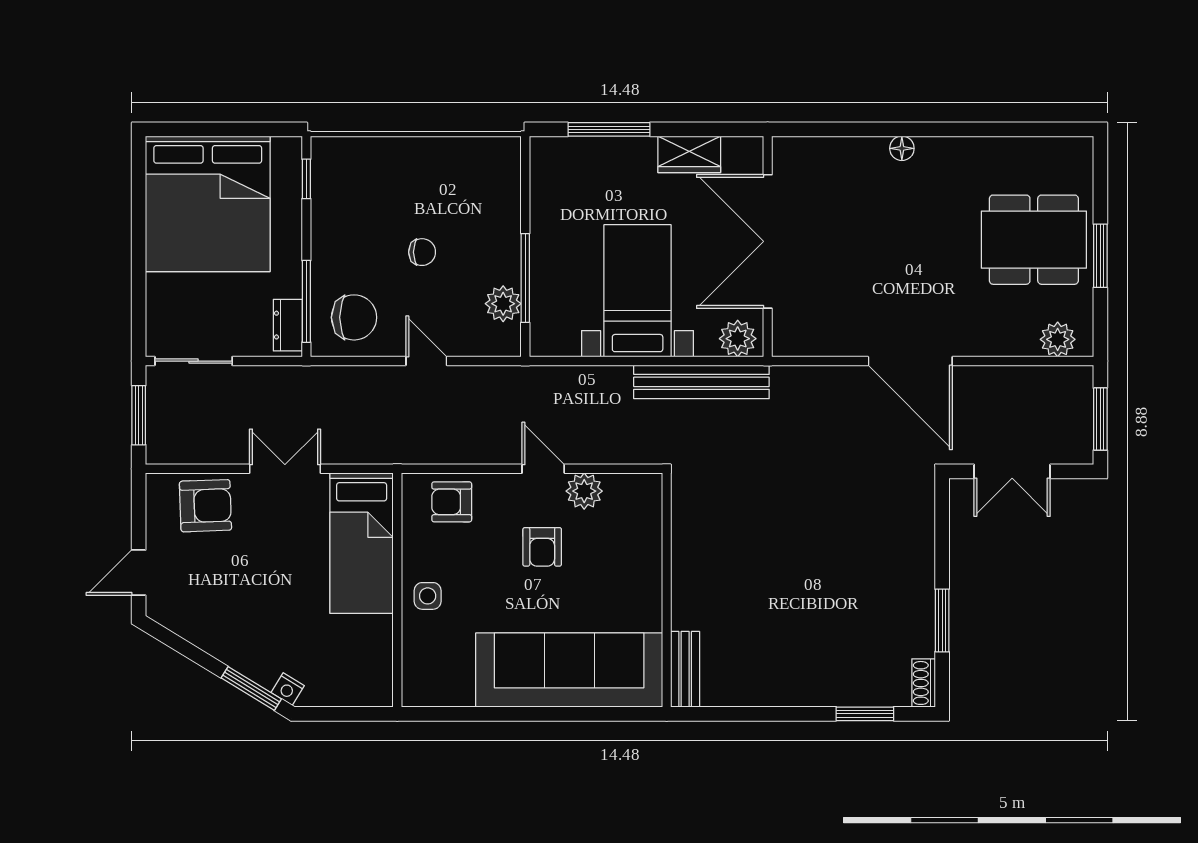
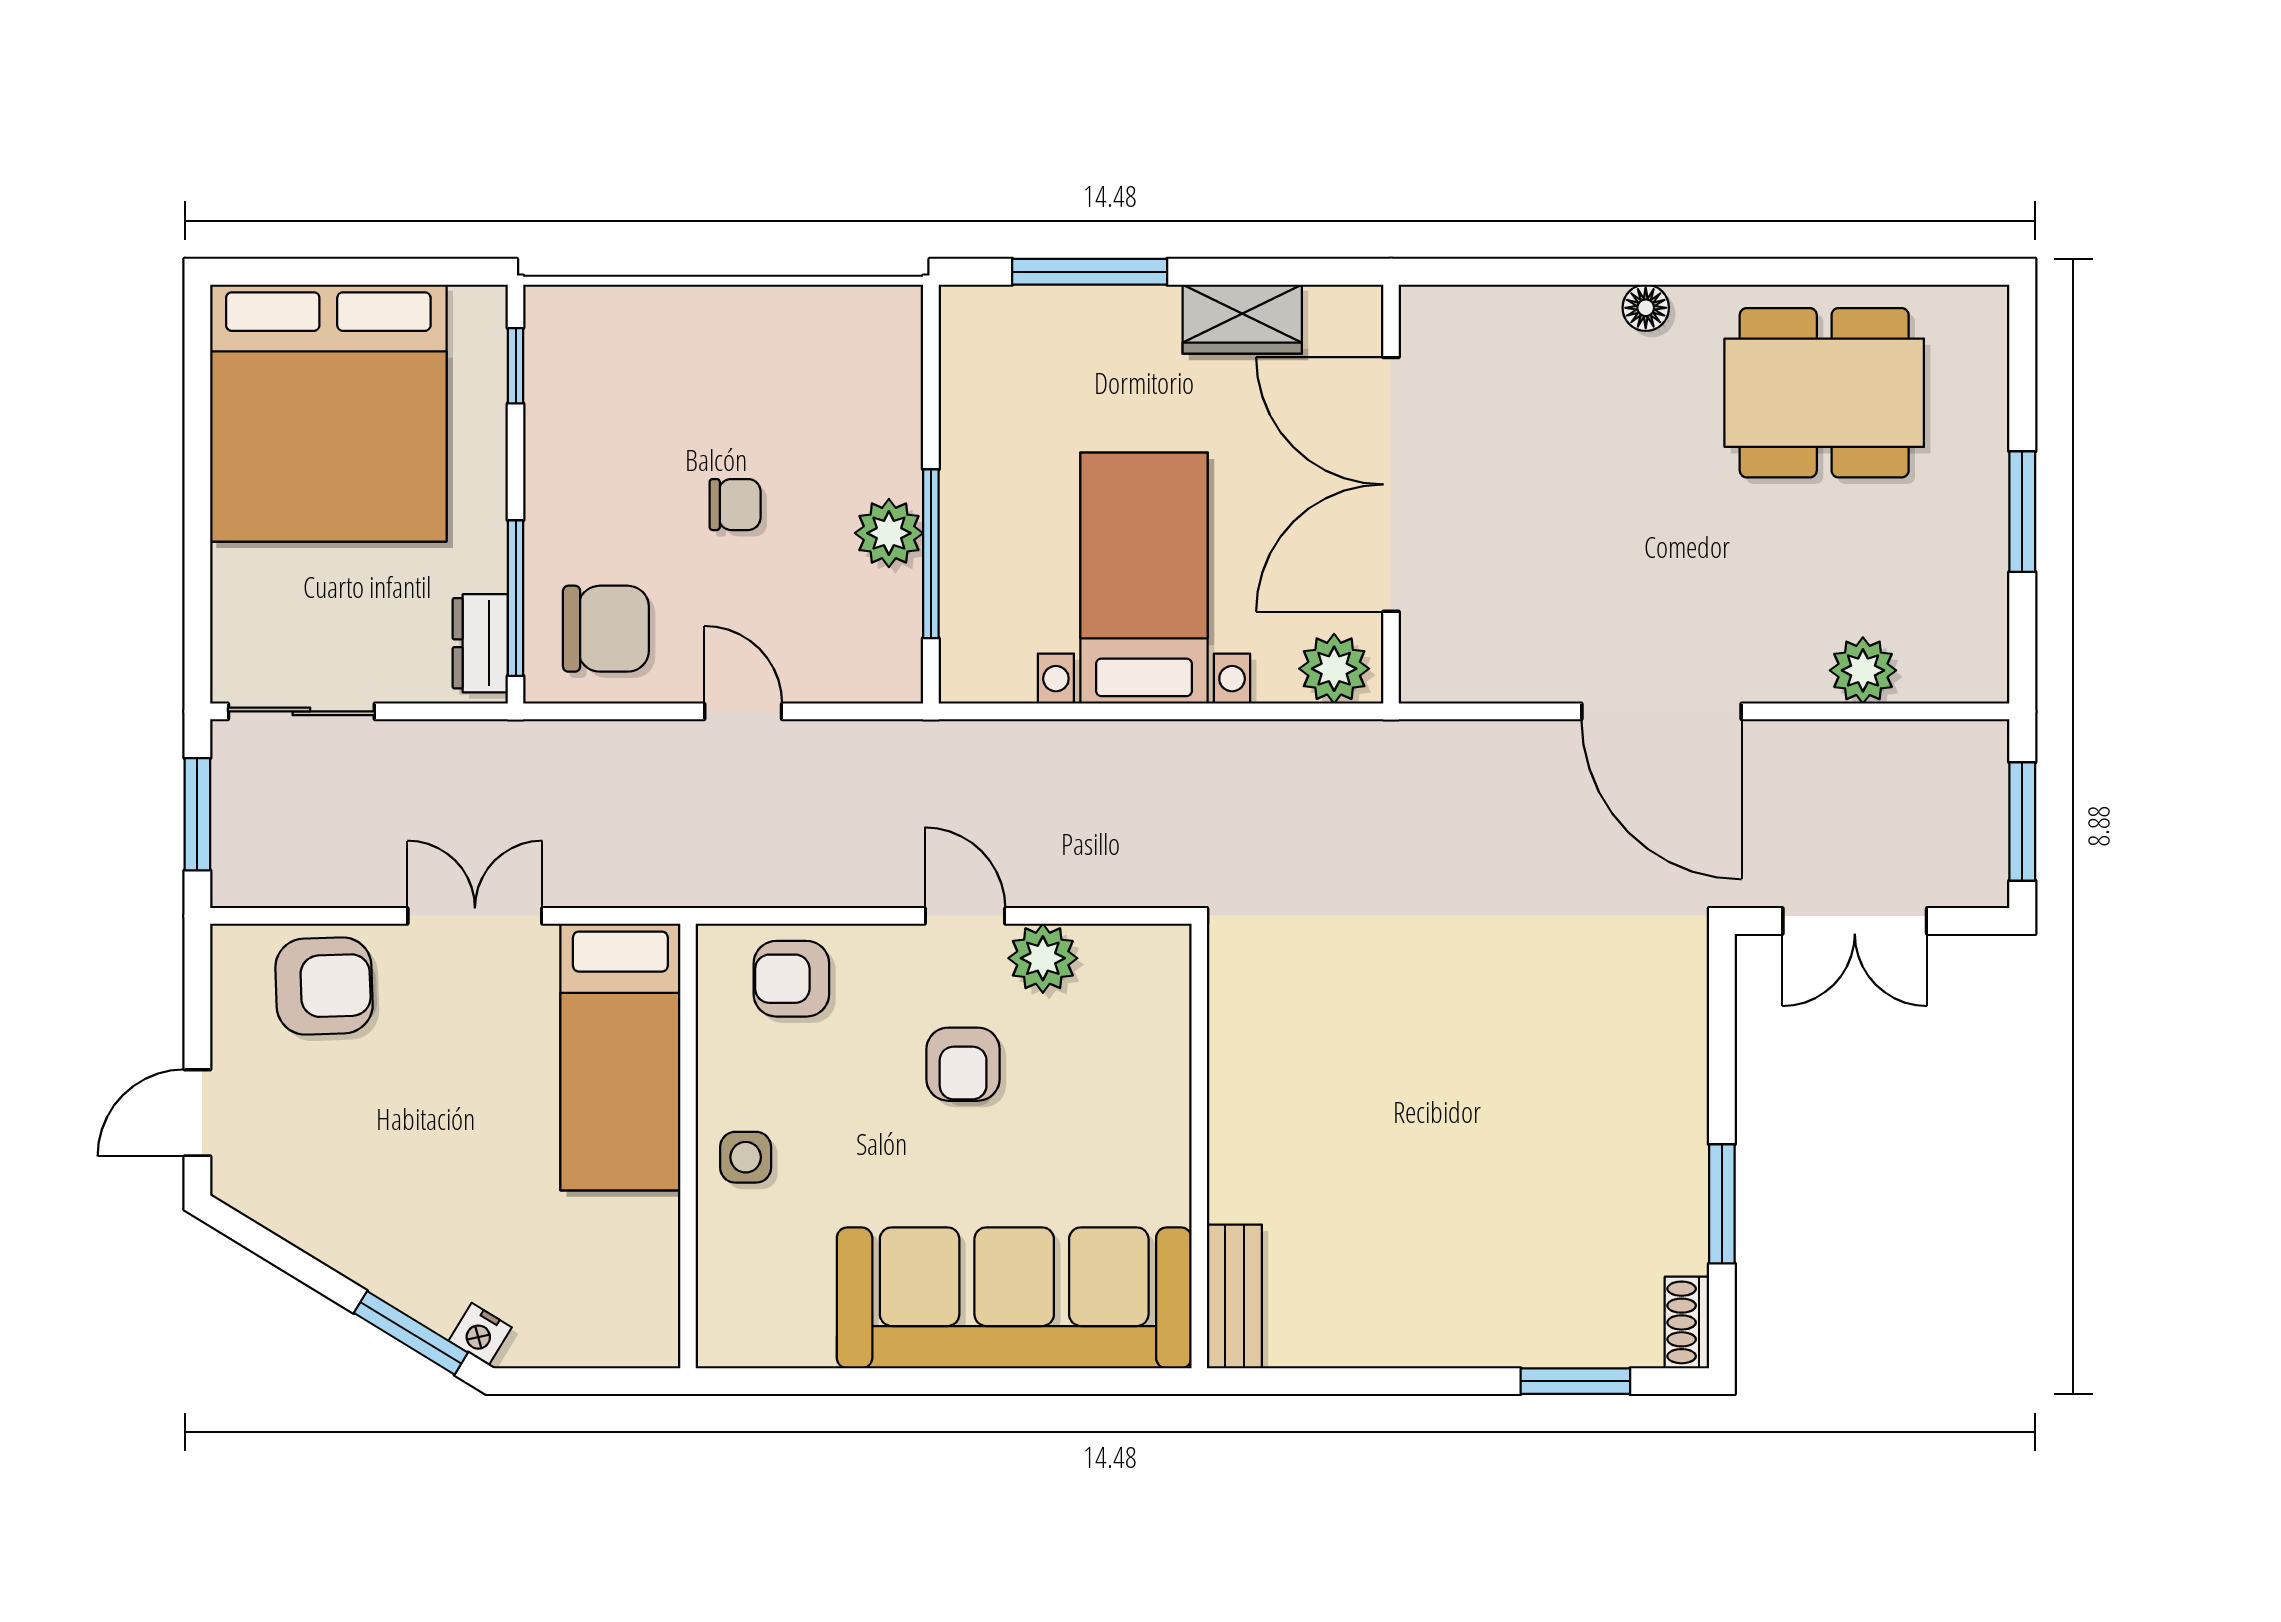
dining table: (1034, 240) -> (1824, 393), moved
plant: (503, 304) -> (889, 533), moved
plant: (1058, 339) -> (1863, 670), moved
bench: (701, 382) -> (1265, 751), removed

